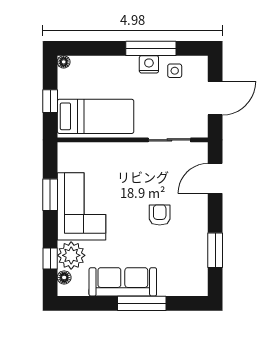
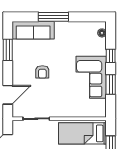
plant: (71, 255) -> (97, 47), removed
window: (50, 258) -> (111, 56), moved
sofa: (123, 282) -> (33, 30), moved

